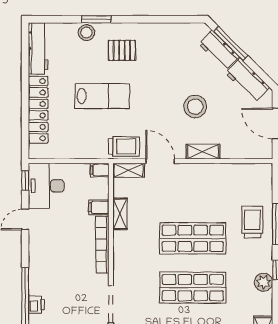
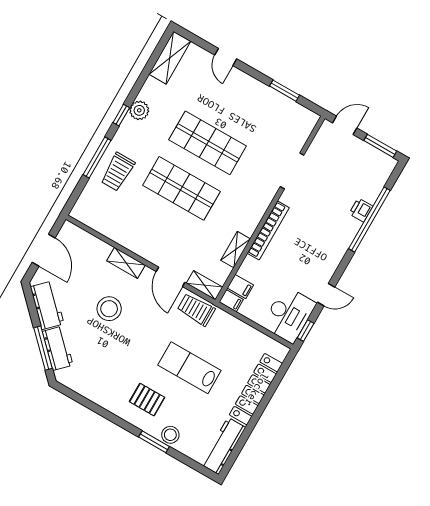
filing cabinet: (99, 207) -> (240, 287), moved

